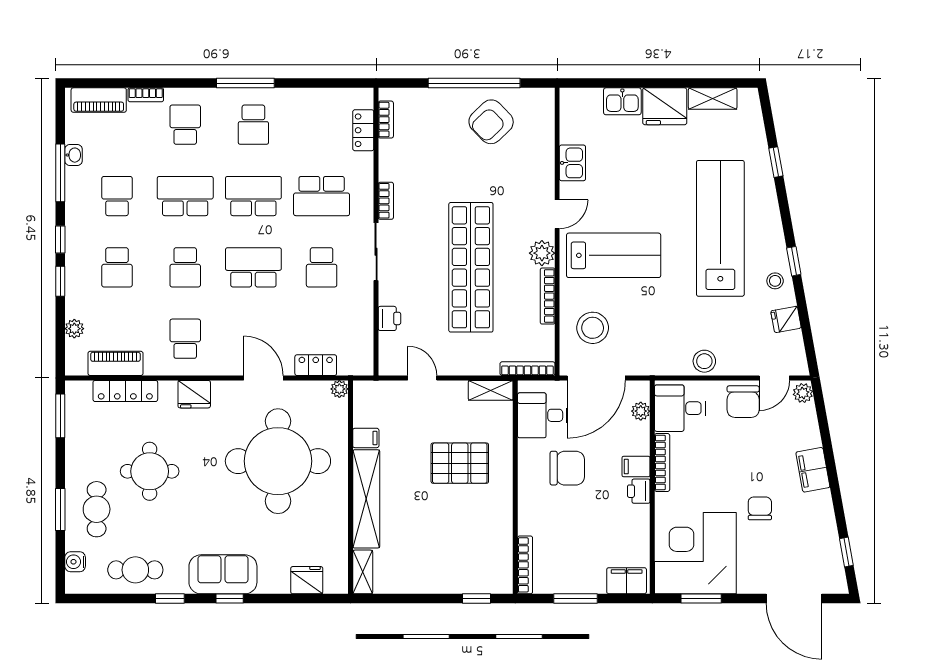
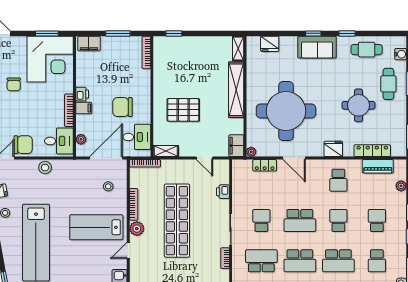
stool: (593, 328) -> (108, 186), width x0.53, depth x0.53
chair: (743, 402) -> (23, 145), turned 90
filing cabinet: (366, 438) -> (236, 146), moved, width x2.00

